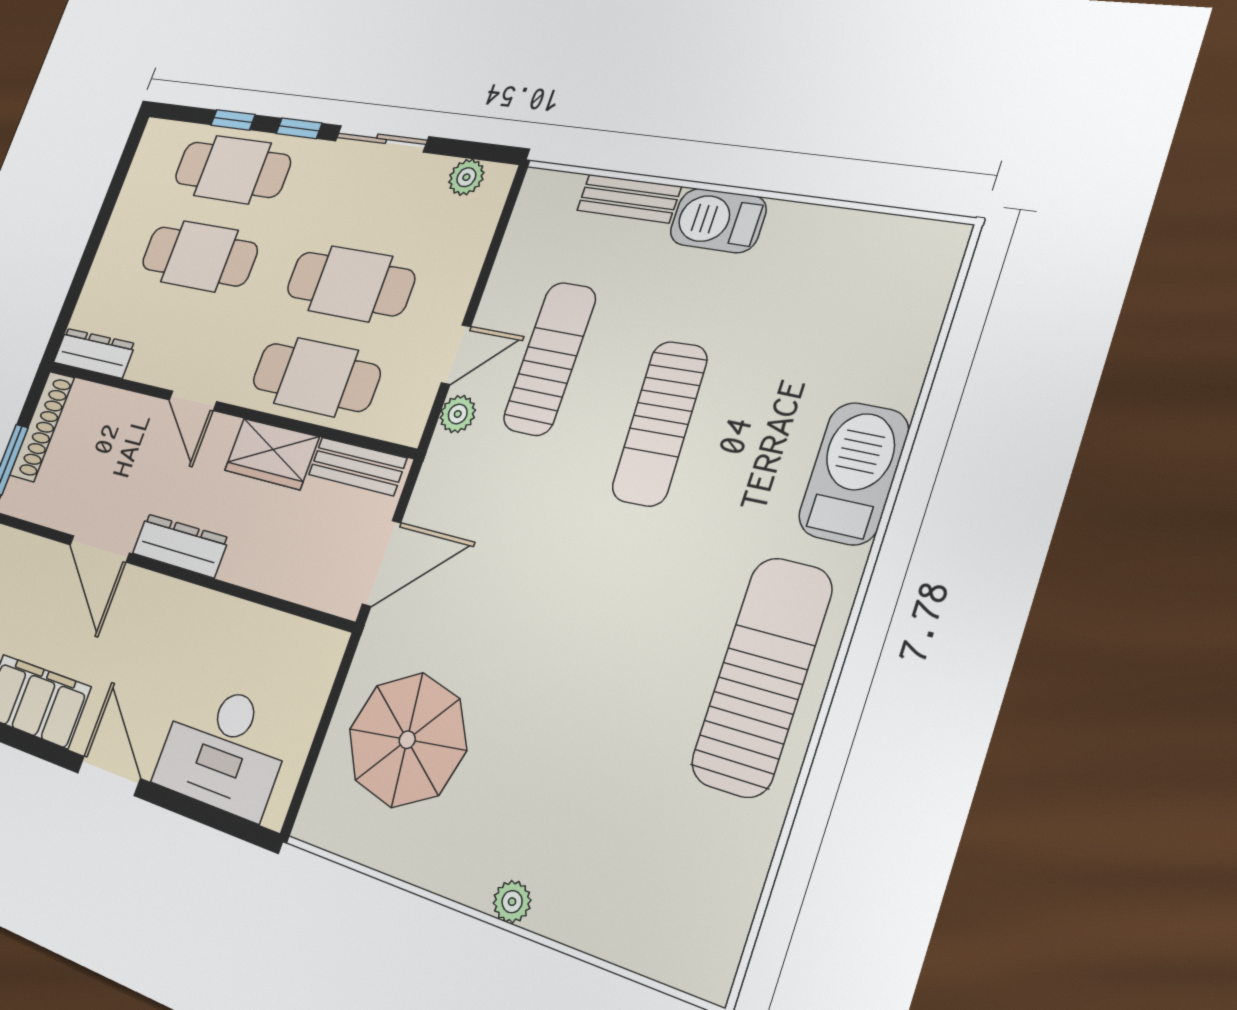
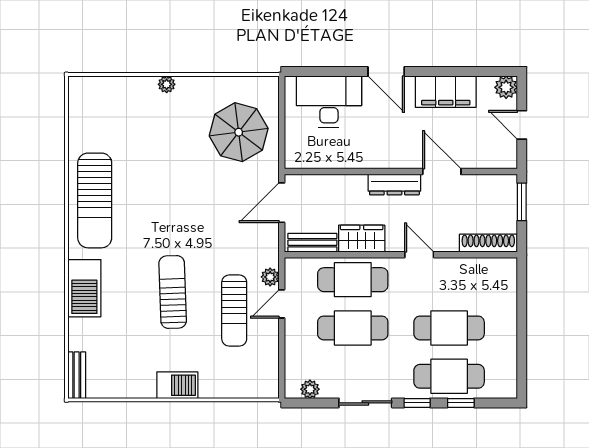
bench: (629, 198) -> (77, 375), moved, turned 90
dresser: (94, 353) -> (493, 267), removed
shoe rack: (42, 426) -> (488, 243), moved, turned 90

